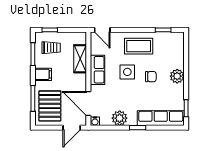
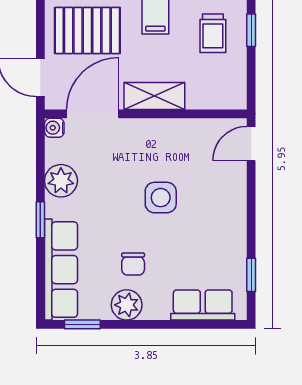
coffee table: (139, 46) -> (216, 222), removed
shelving: (80, 59) -> (154, 96), moved
row of seats: (97, 70) -> (203, 305), moved, turned 180
plant: (177, 76) -> (127, 305), moved
chair: (151, 77) -> (133, 264), moved

